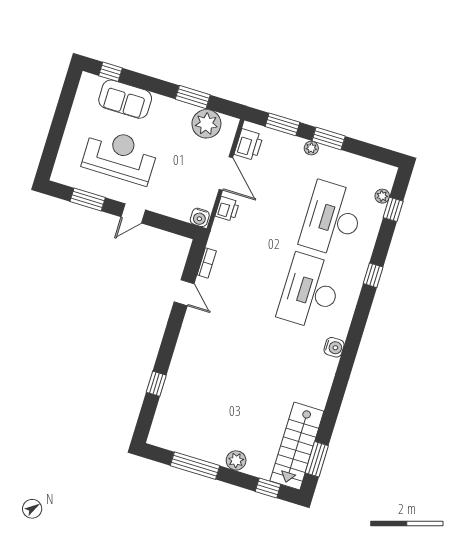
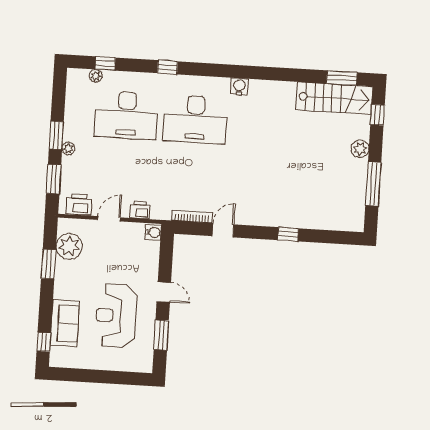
door: (226, 173) -> (109, 219), width x0.73
bookcase: (207, 263) -> (192, 217), width x1.56
window: (156, 384) -> (288, 234), moved

